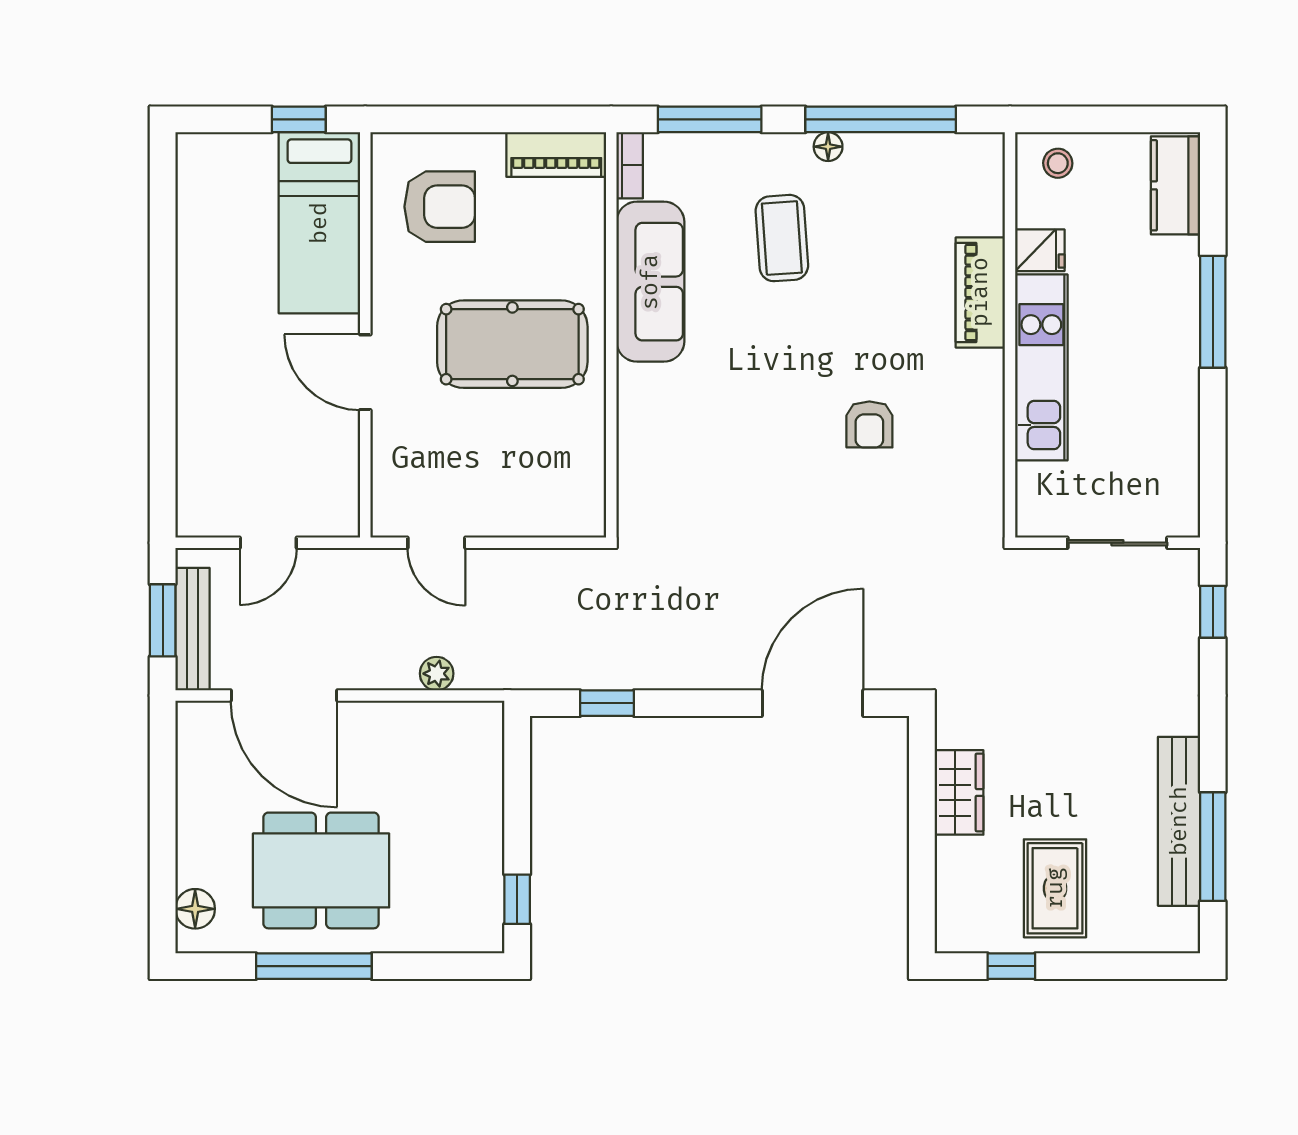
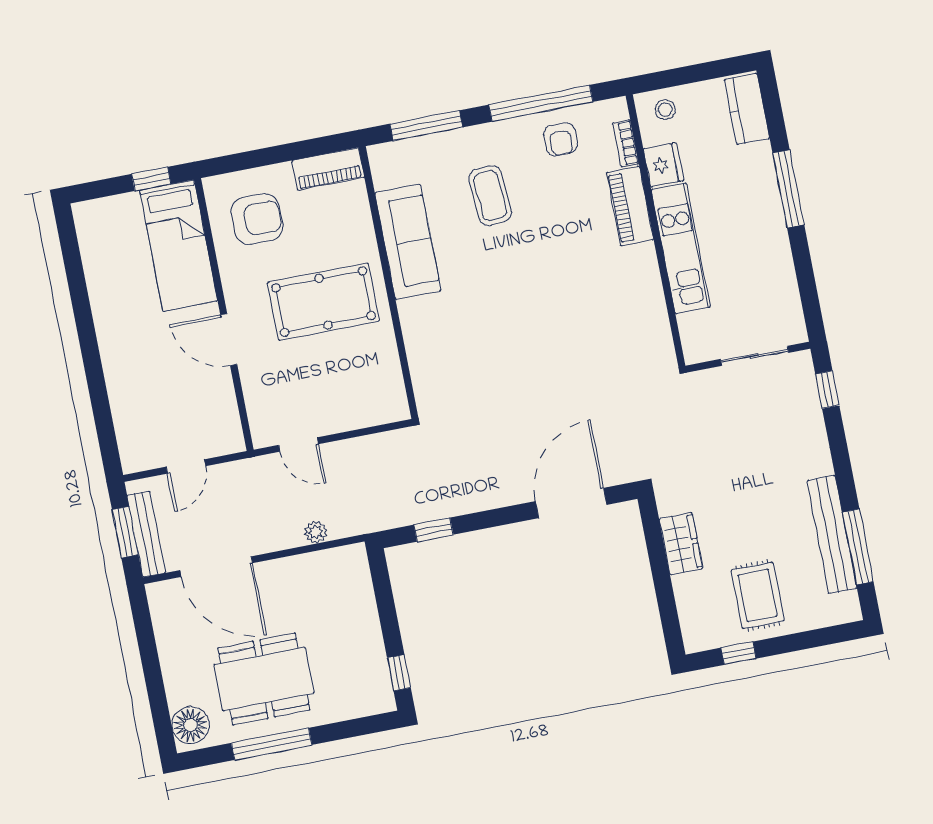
floor lamp: (828, 147) -> (509, 128), removed
bookcase: (630, 165) -> (626, 143), moved, turned 180
fridge: (1040, 250) -> (663, 165), width x1.38
armchair: (869, 424) -> (561, 139), moved
floor lamp: (195, 909) -> (191, 725), width x1.38, depth x1.38

